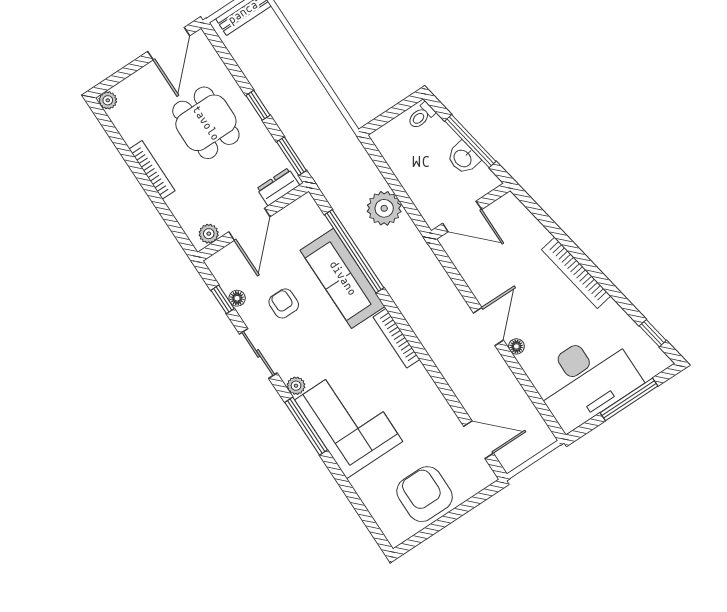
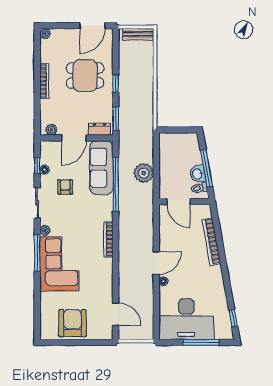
toilet: (421, 116) -> (199, 188), moved
dining table: (206, 123) -> (85, 75), turned 90
bookcase: (576, 273) -> (211, 242), moved
sofa: (343, 278) -> (101, 168), moved

